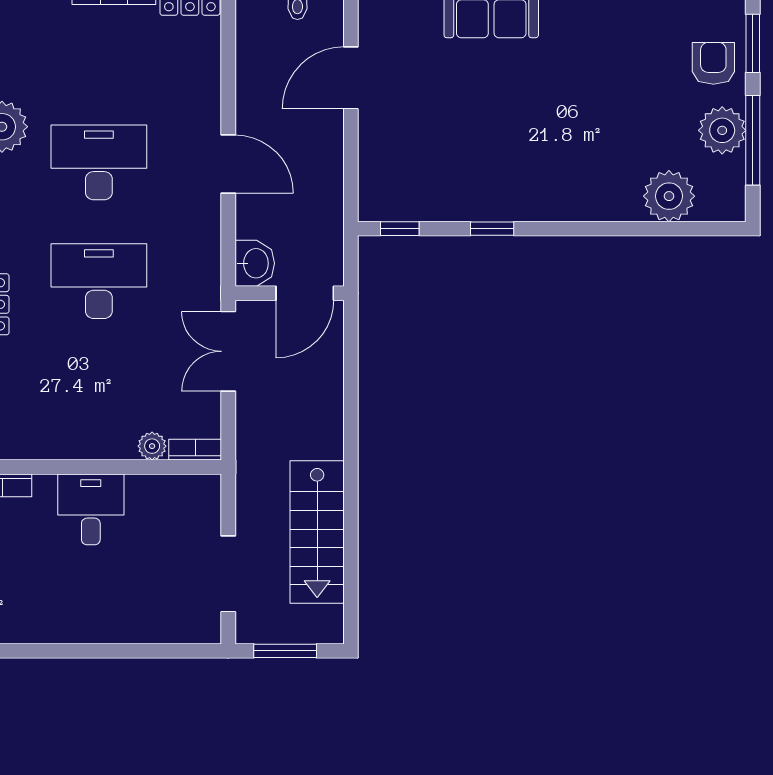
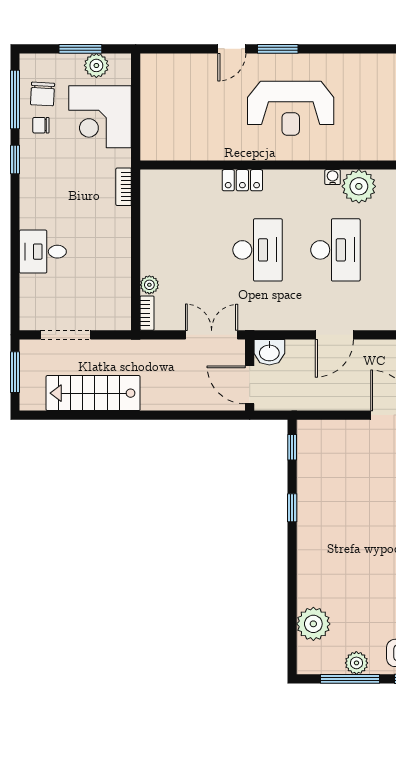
plant: (722, 130) -> (356, 663), width x0.73, depth x0.73
desk: (91, 509) -> (43, 252), moved, turned 180

